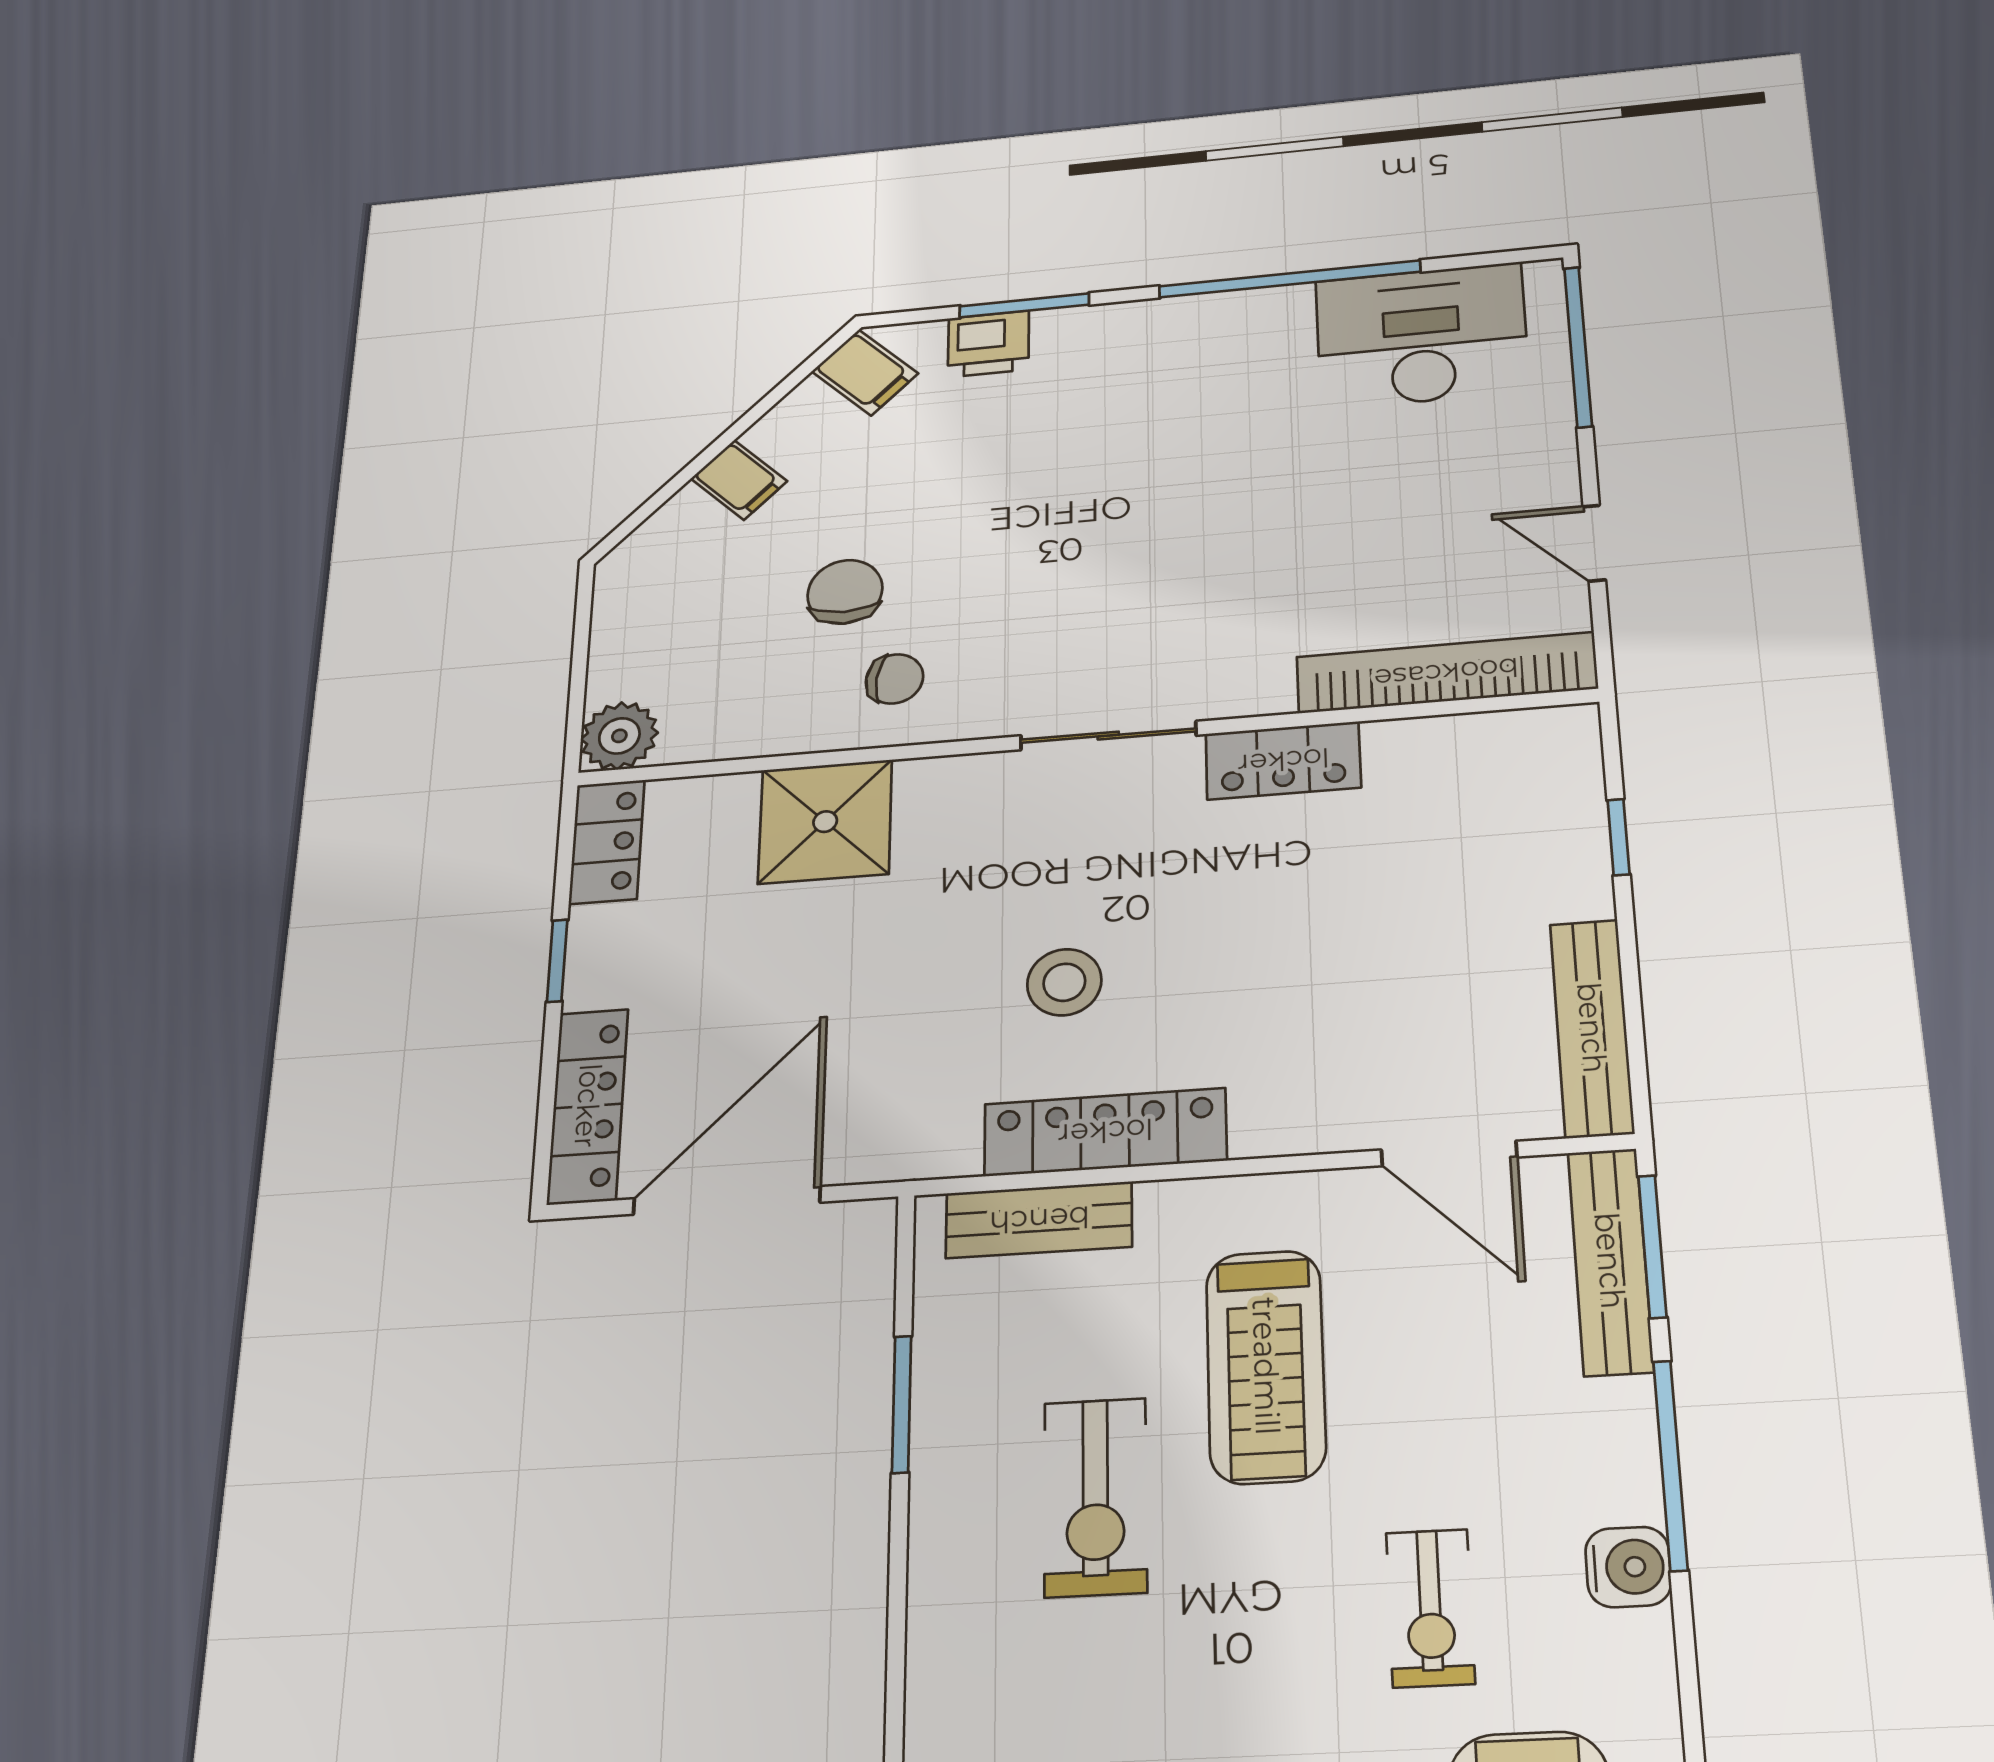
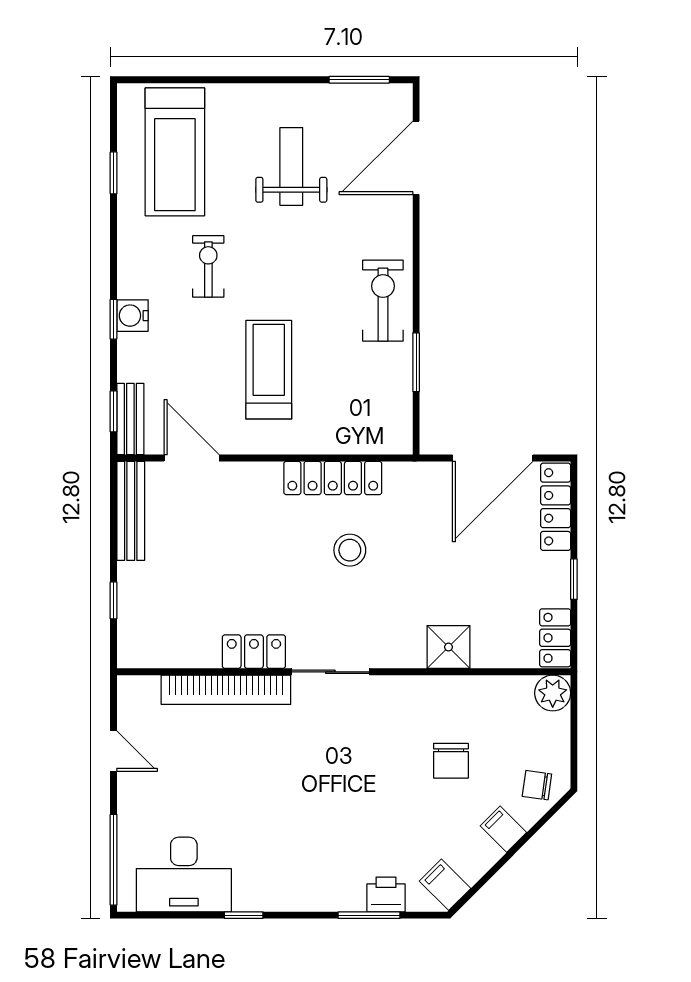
window: (1289, 279) -> (244, 915), width x0.32
bookcase: (1446, 673) -> (226, 690), moved
chair: (894, 679) -> (537, 785), moved
shower: (825, 822) -> (448, 647), width x0.73, depth x0.73
bench: (1039, 1220) -> (360, 440), removed
window: (1652, 1246) -> (113, 411), width x0.67
bench: (1610, 1261) -> (130, 419), width x0.73
window: (1670, 1465) -> (113, 319), width x0.46
exercise bike: (1095, 1497) -> (383, 301), moved
water cooler: (1628, 1567) -> (132, 316), moved

